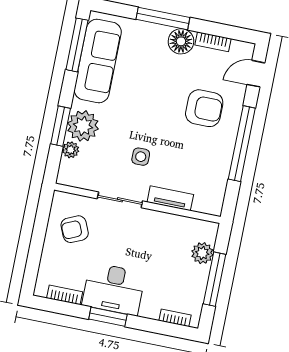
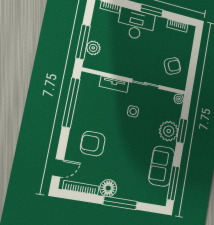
bookcase: (213, 42) -> (81, 188), width x1.56
sofa: (98, 61) -> (162, 166), width x0.73
window: (242, 144) -> (71, 103), moved
plant: (71, 150) -> (179, 99), moved
window: (215, 279) -> (83, 42), moved
desk: (114, 289) -> (136, 24), moved

